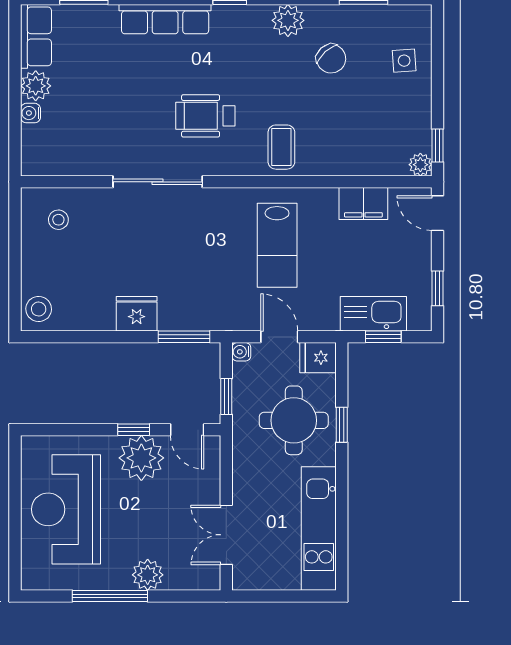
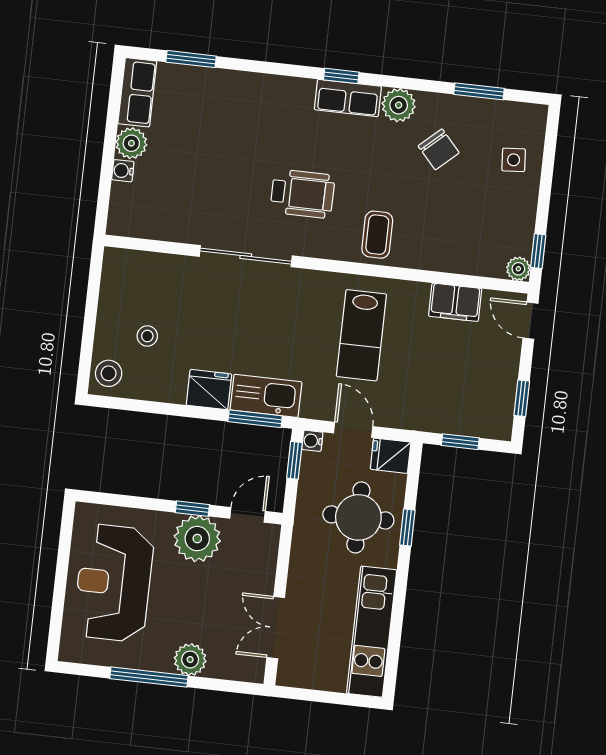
row of seats: (165, 19) -> (348, 98), moved, width x0.68
wheelchair: (205, 116) -> (302, 194), turned 180
stool: (58, 220) -> (147, 336), moved
kitchen sink: (373, 314) -> (266, 396), moved
window: (226, 396) -> (294, 460), moved
door: (187, 430) -> (247, 515), swing flipped

